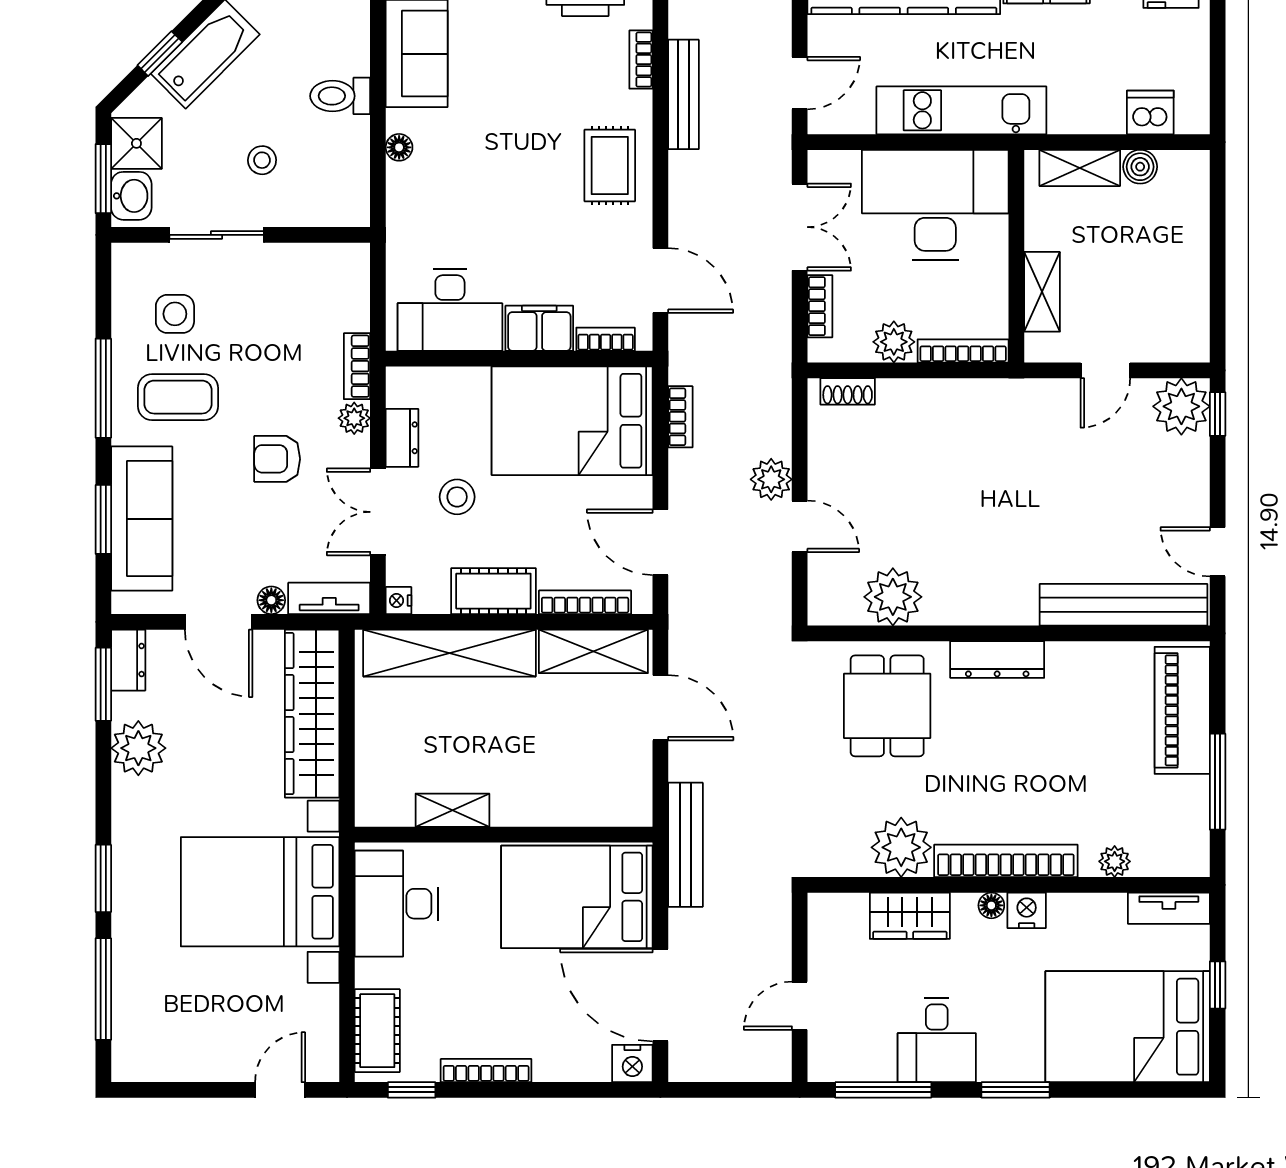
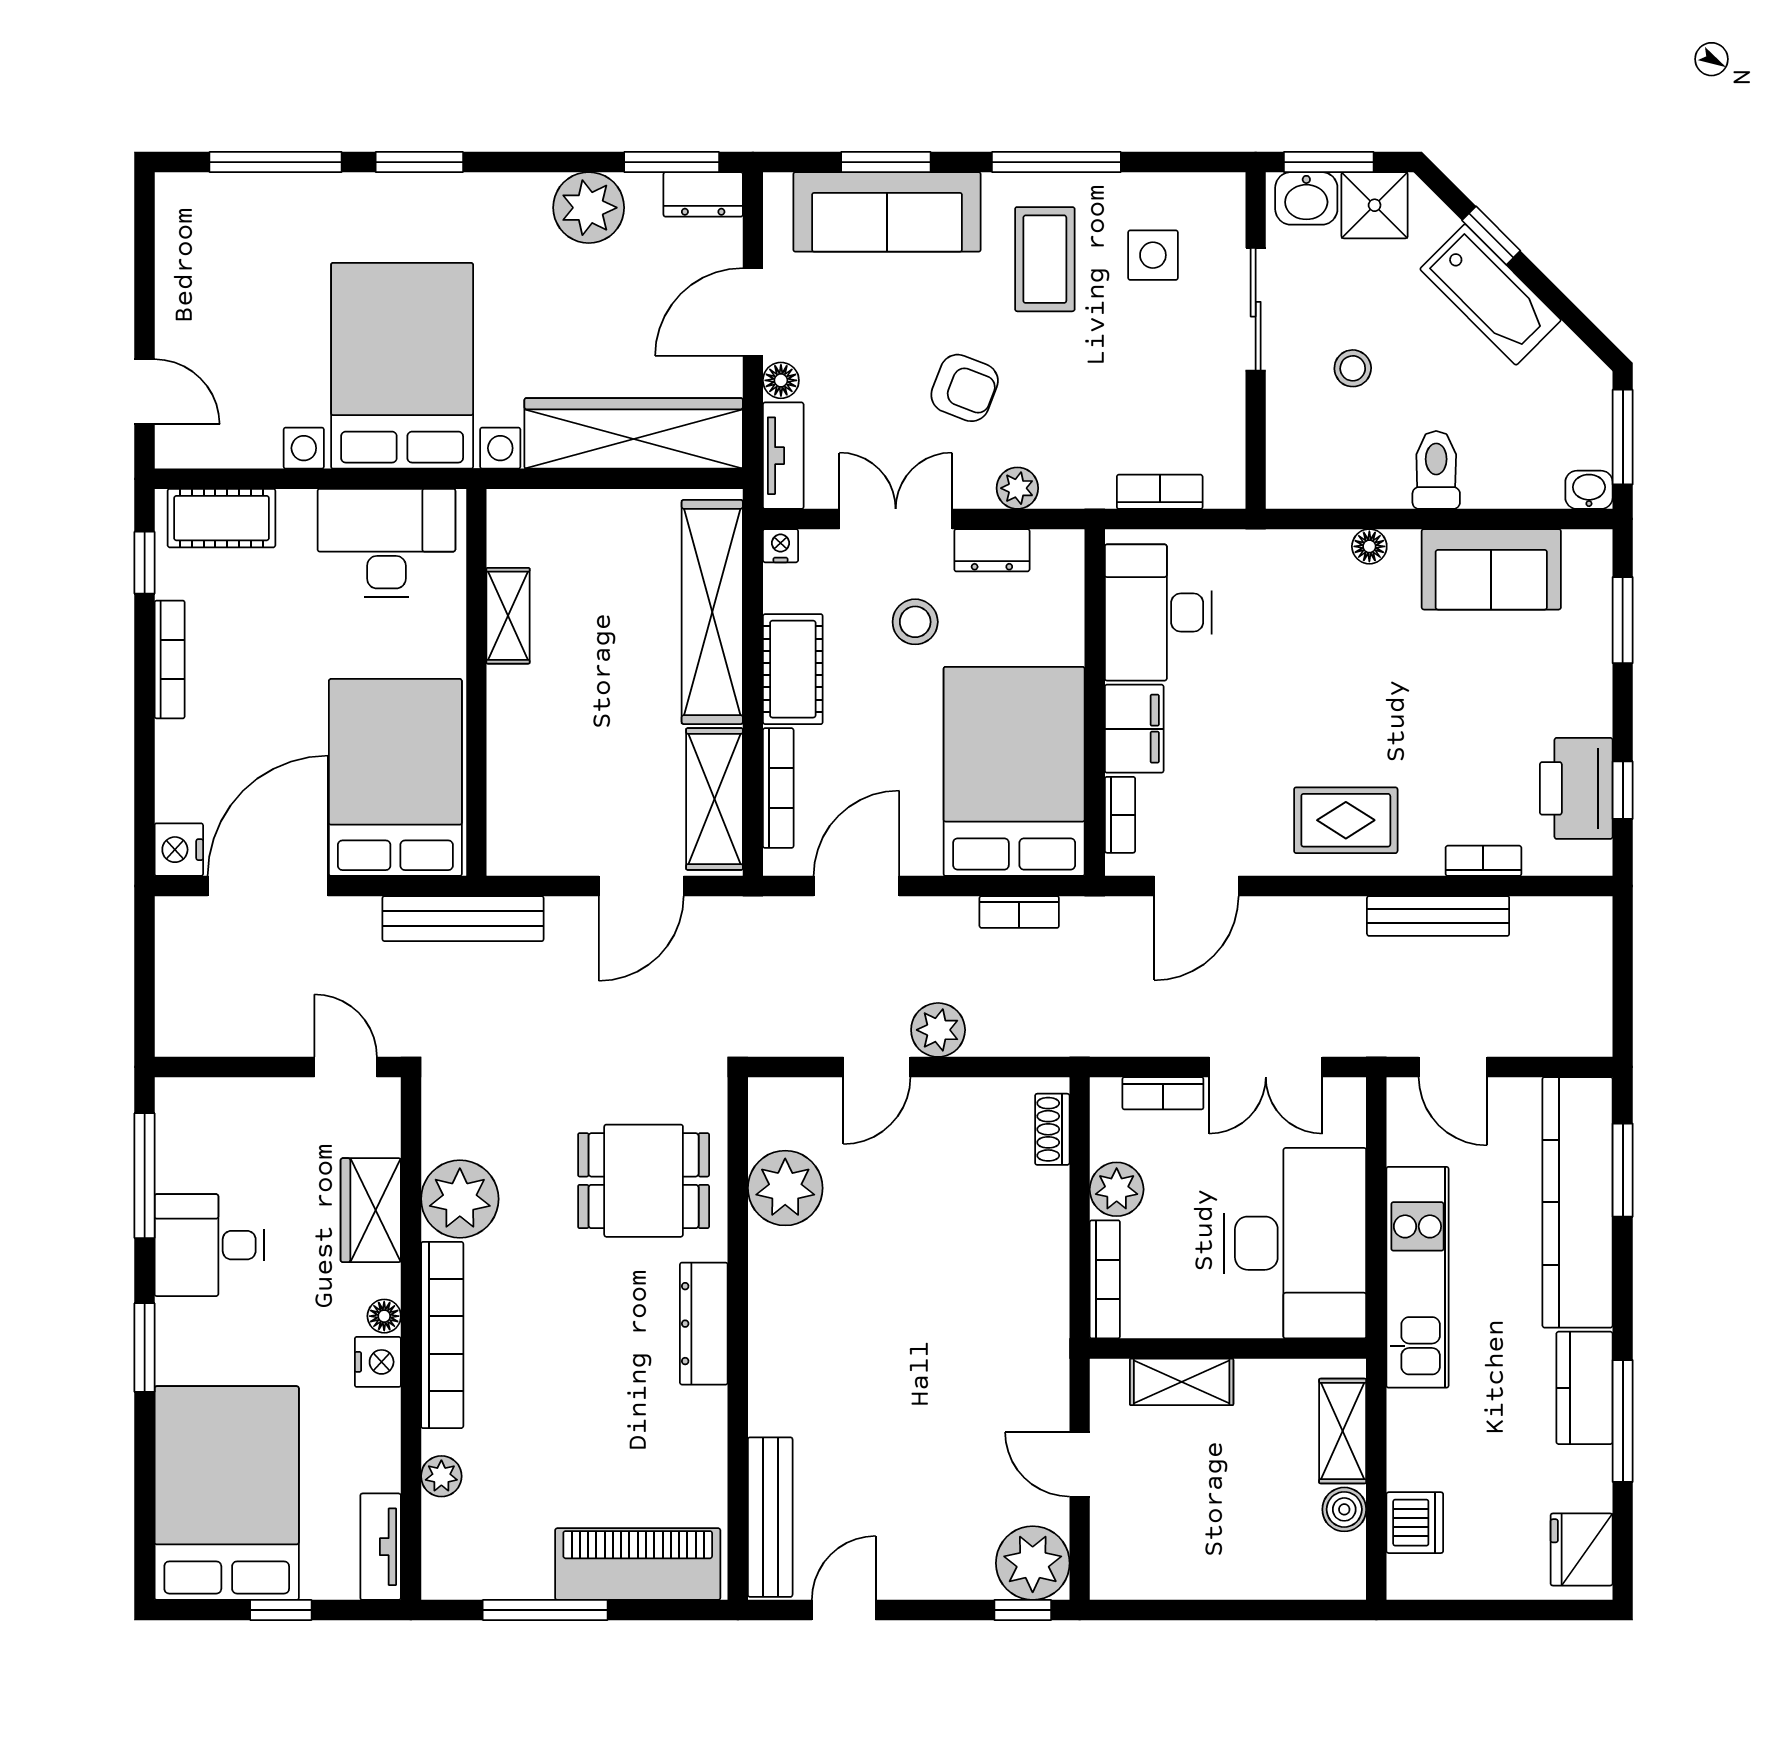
bookcase: (357, 366) -> (1160, 492), moved
armchair: (277, 459) -> (965, 388), turned 111
bench: (1123, 605) -> (770, 1517), width x0.73, depth x0.82
door: (800, 1006) -> (346, 1067), moved

